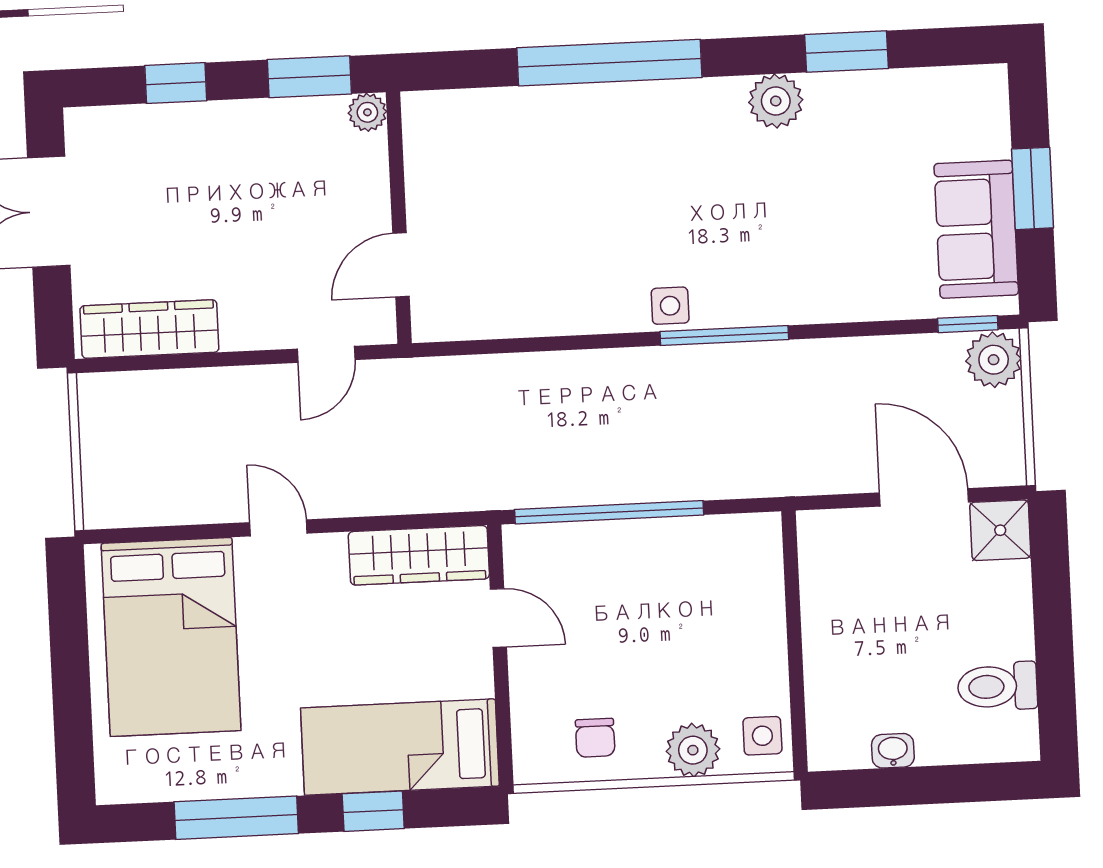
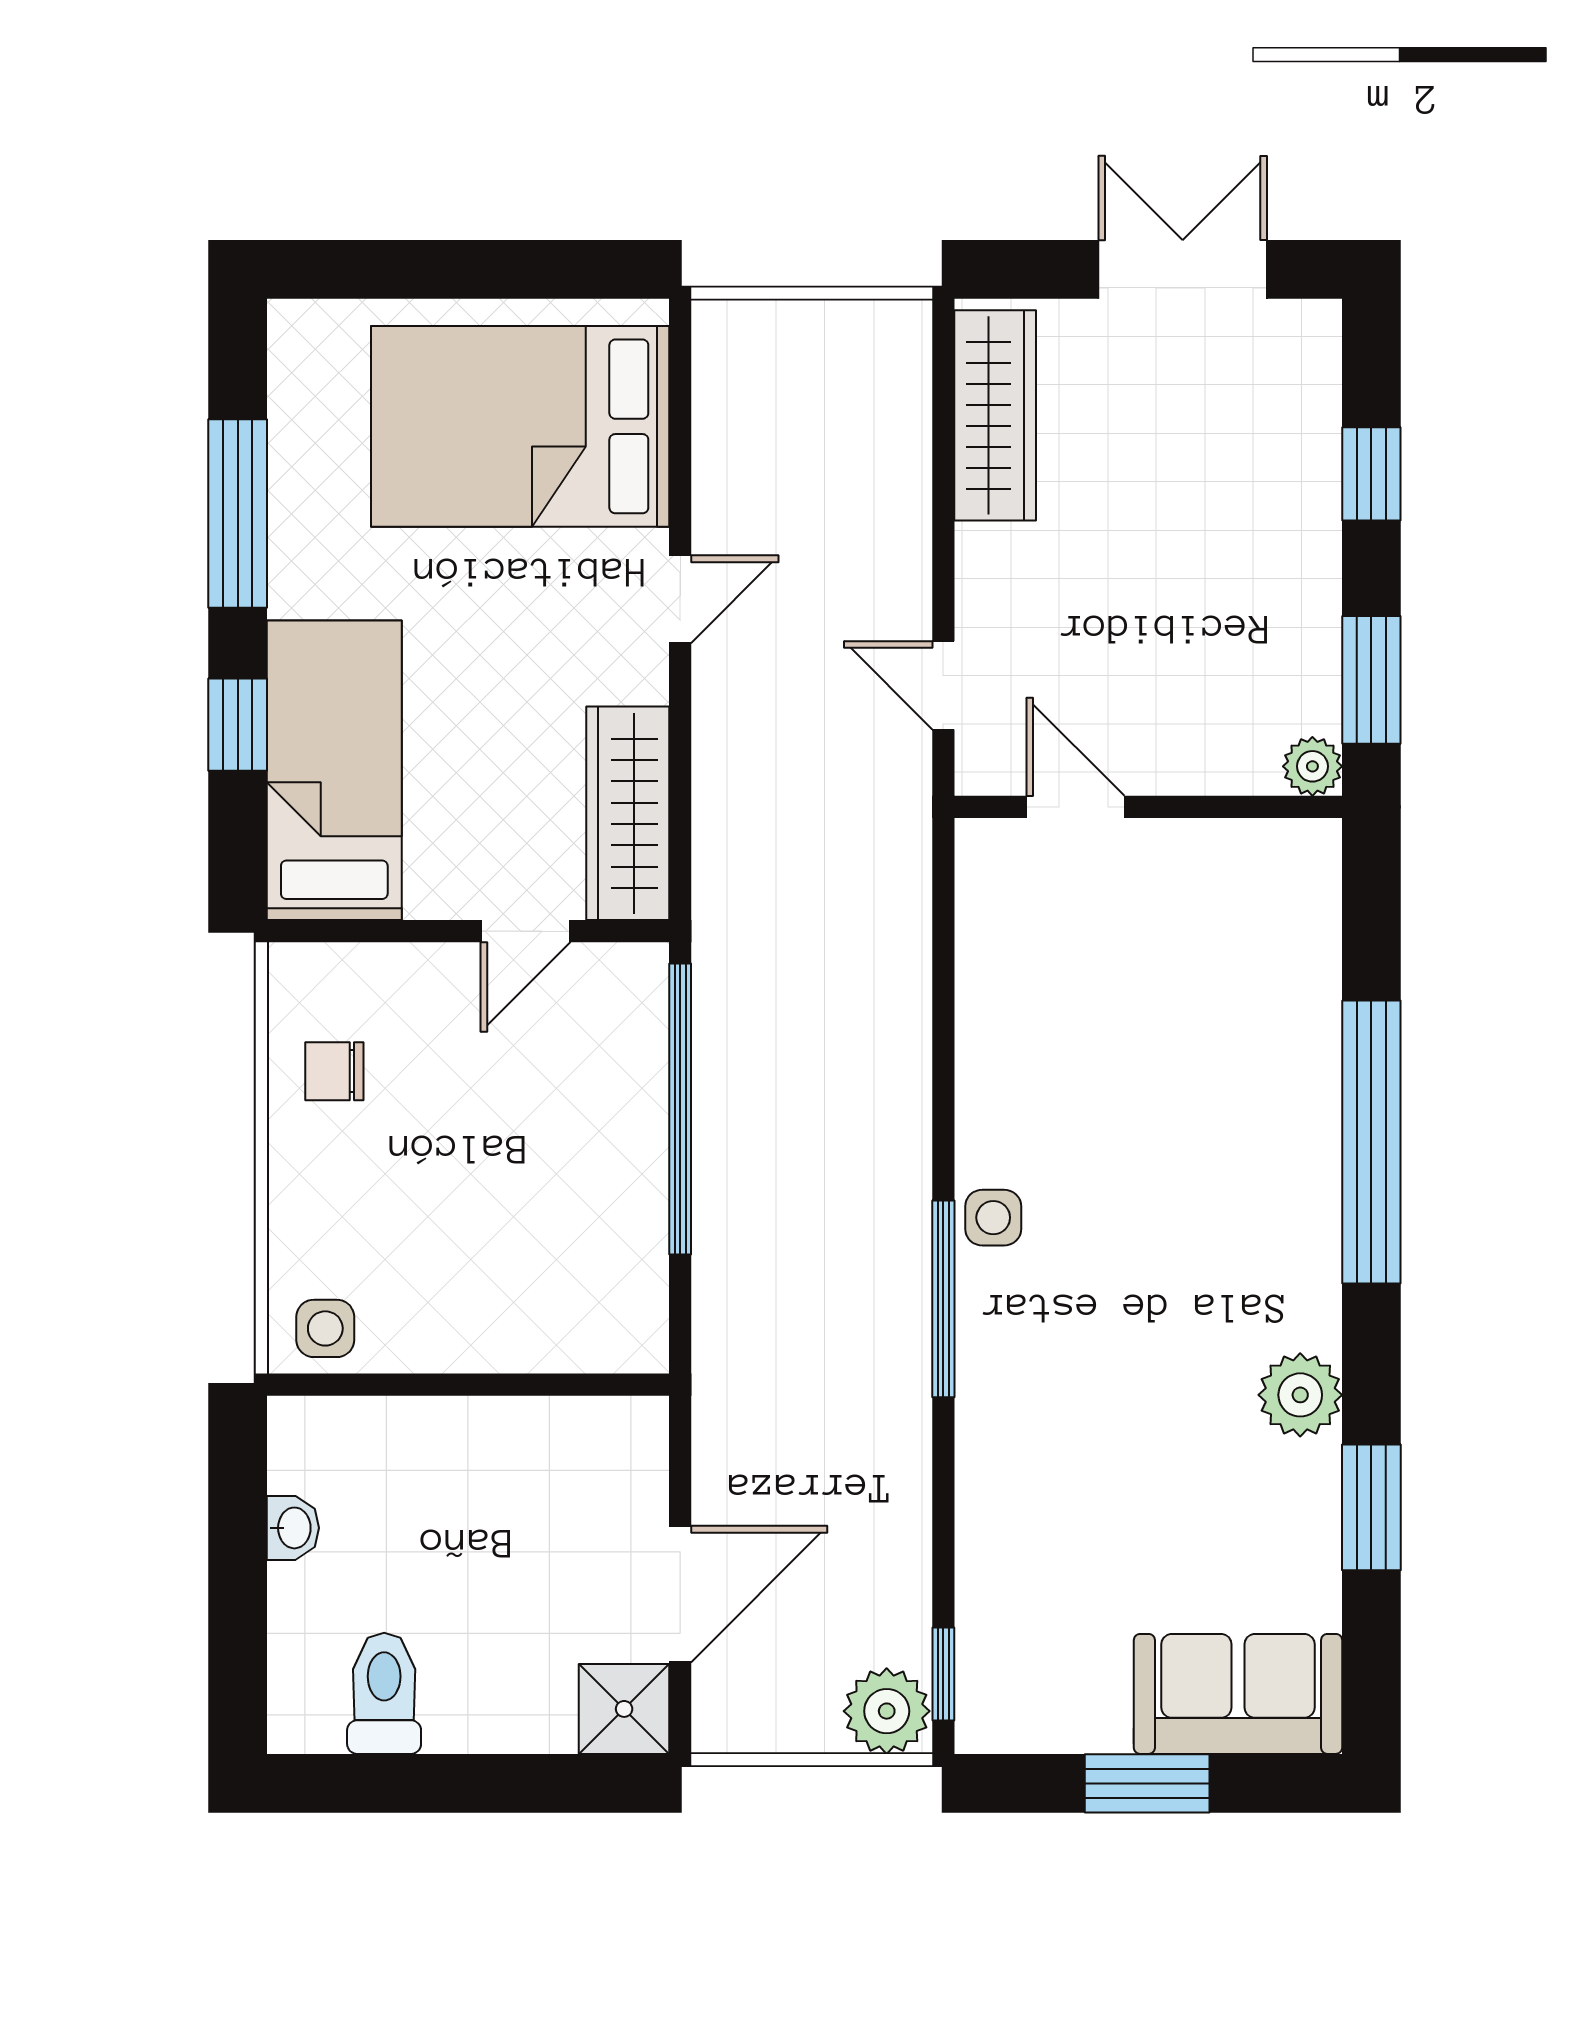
sofa: (976, 229) -> (1238, 1694), moved
plant: (693, 750) -> (308, 1221), removed

